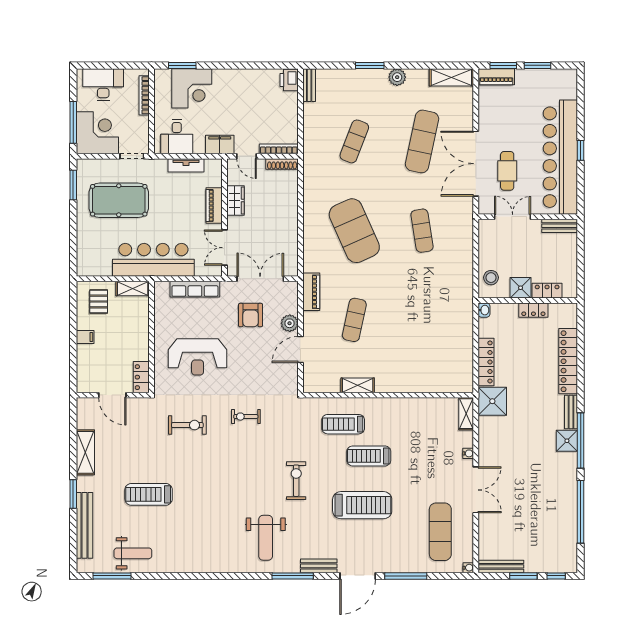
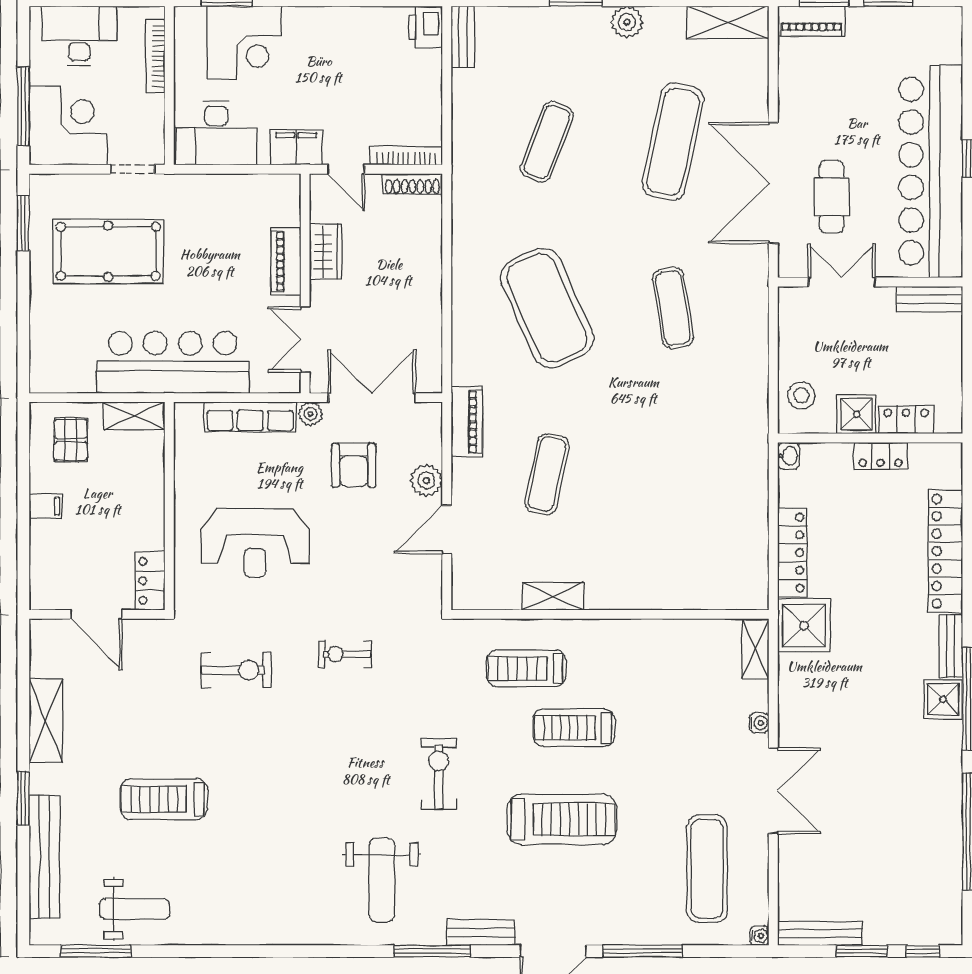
desk: (177, 137) -> (216, 133), width x1.37
tv unit: (186, 165) -> (234, 186), removed
plant: (227, 288) -> (311, 414), added

